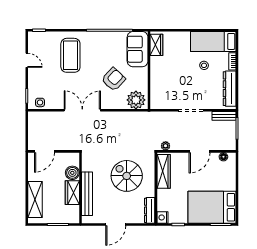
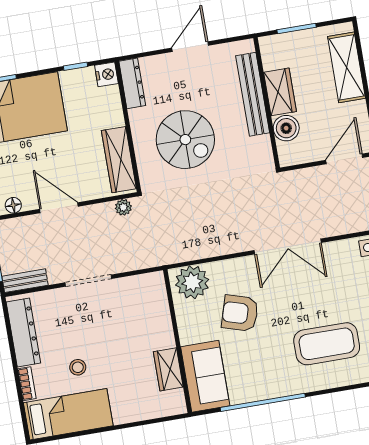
wardrobe: (156, 45) -> (168, 369), moved
coffee table: (70, 55) -> (327, 344), turned 90
armchair: (113, 79) -> (240, 313), turned 64
door: (200, 151) -> (59, 208), hinge flipped

